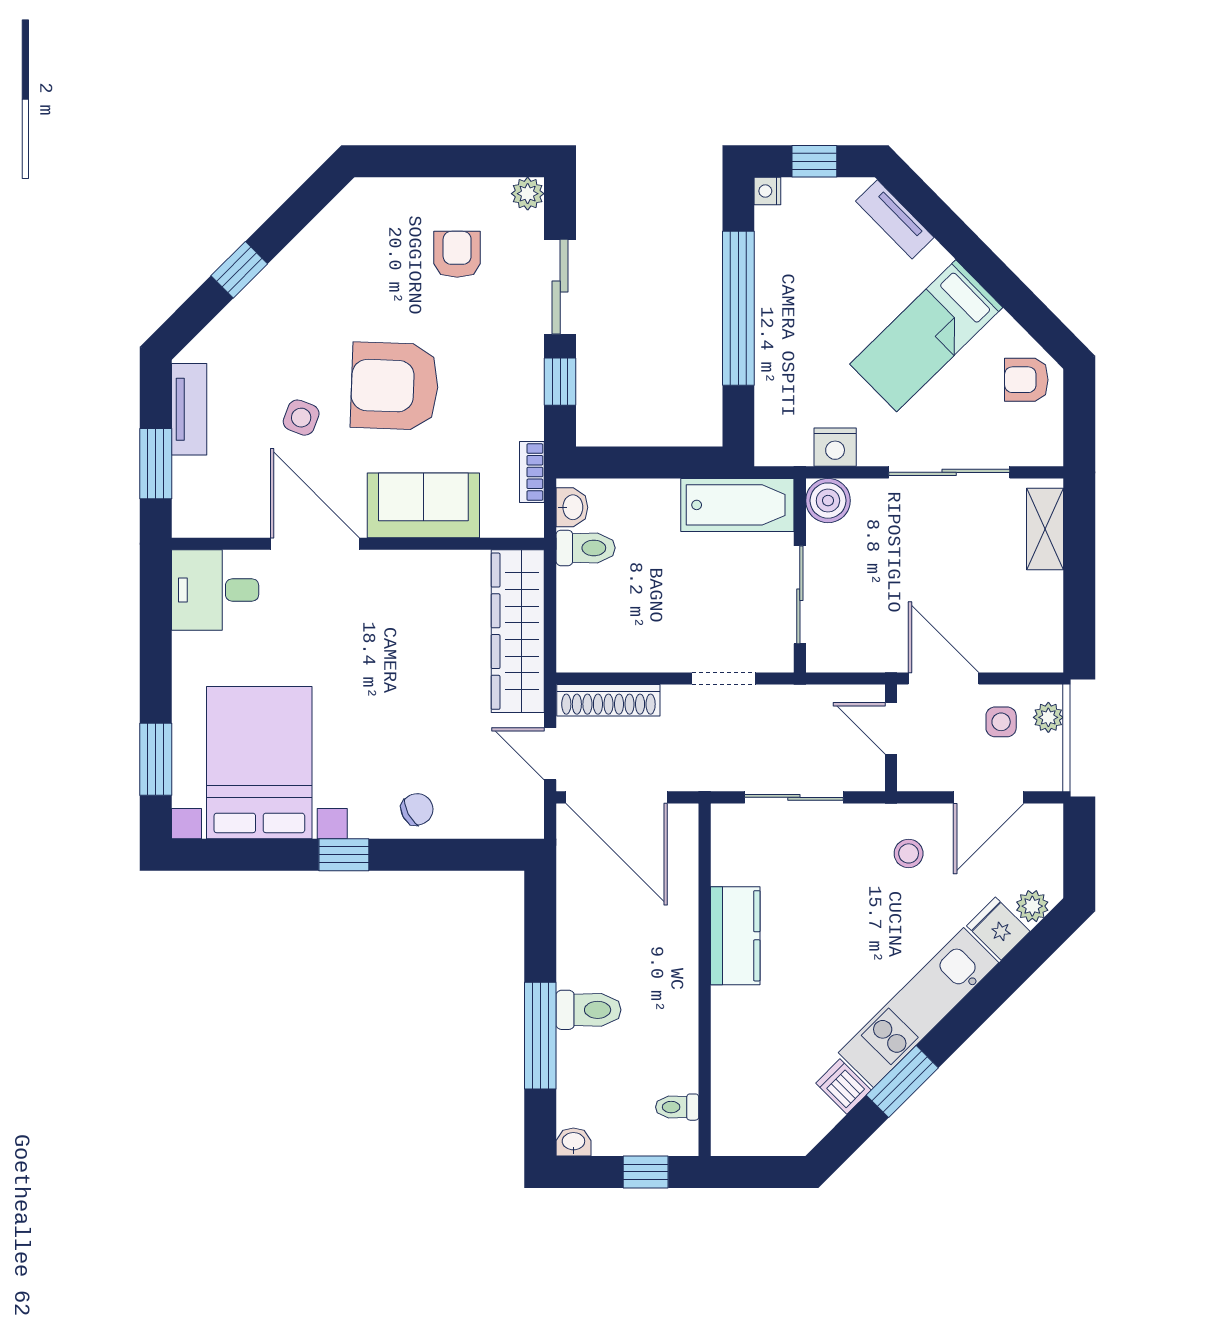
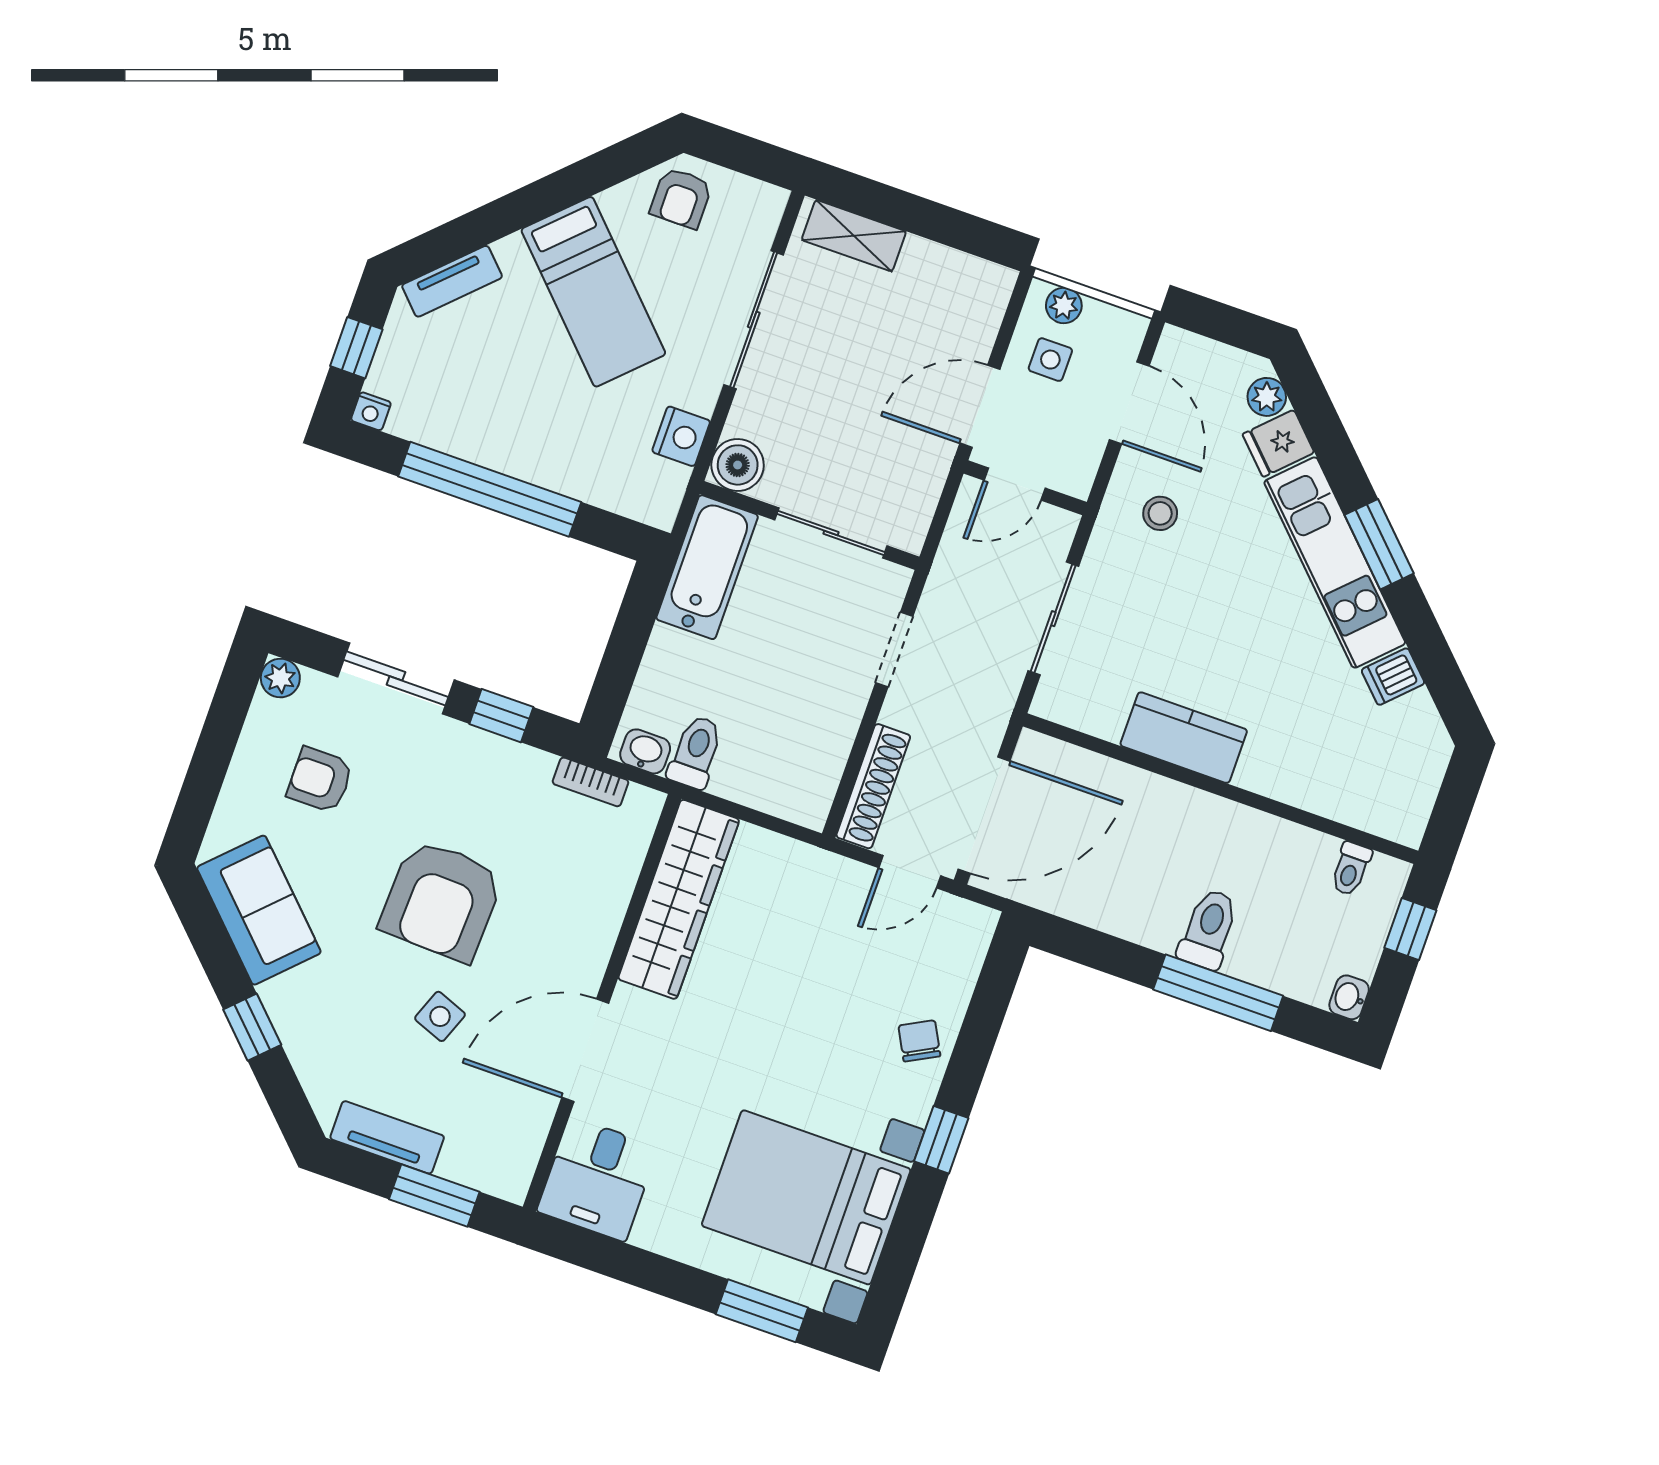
sofa: (423, 505) -> (259, 910), moved, turned 135
wardrobe: (518, 631) -> (679, 899), moved, turned -90
window: (902, 1081) -> (1379, 544), moved

